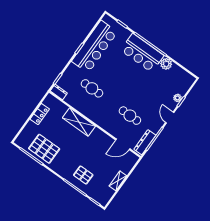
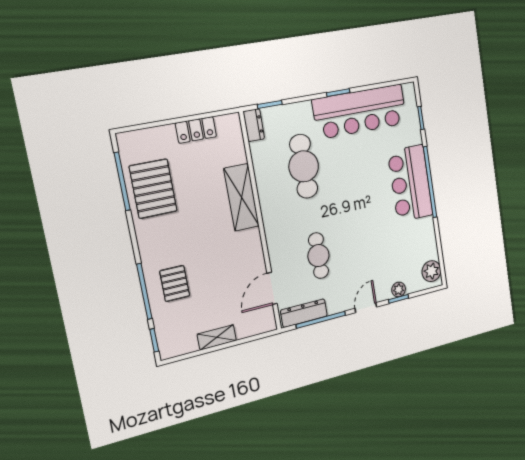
plant: (166, 64) -> (431, 271), moved
cafe table: (92, 88) -> (304, 166), width x1.37, depth x1.35
door: (123, 144) -> (272, 288), hinge flipped

